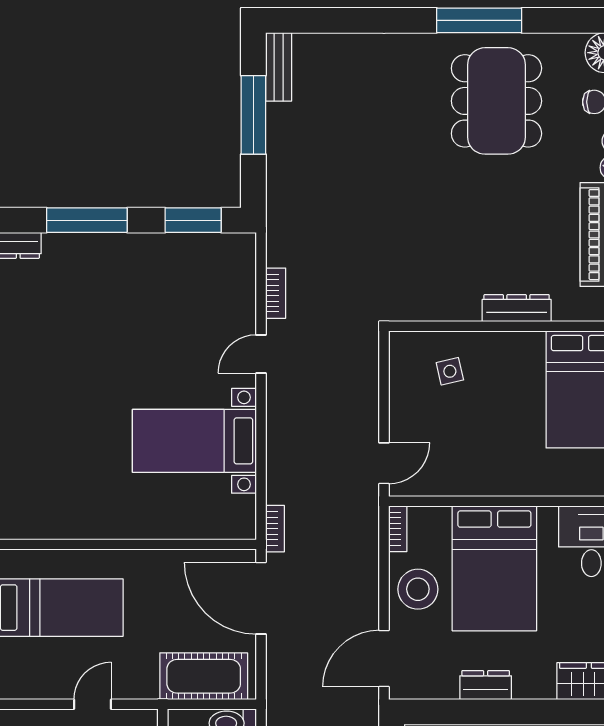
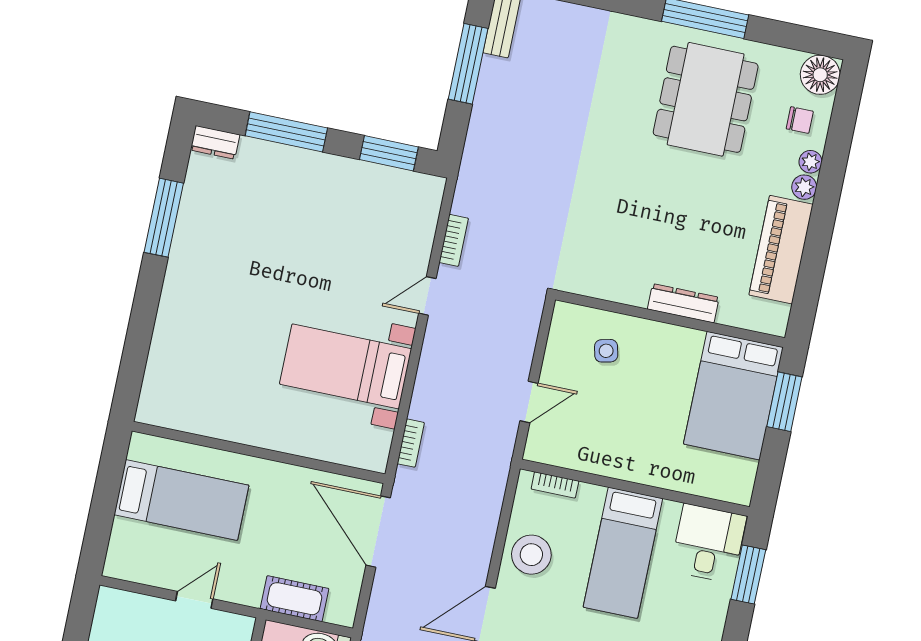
door: (384, 463) -> (529, 402), moved
bookcase: (275, 529) -> (411, 443), moved
bookcase: (398, 529) -> (555, 485), moved, turned 90
bed: (494, 568) -> (623, 553), width x0.67
cot: (204, 676) -> (294, 599), width x0.73, depth x0.75

